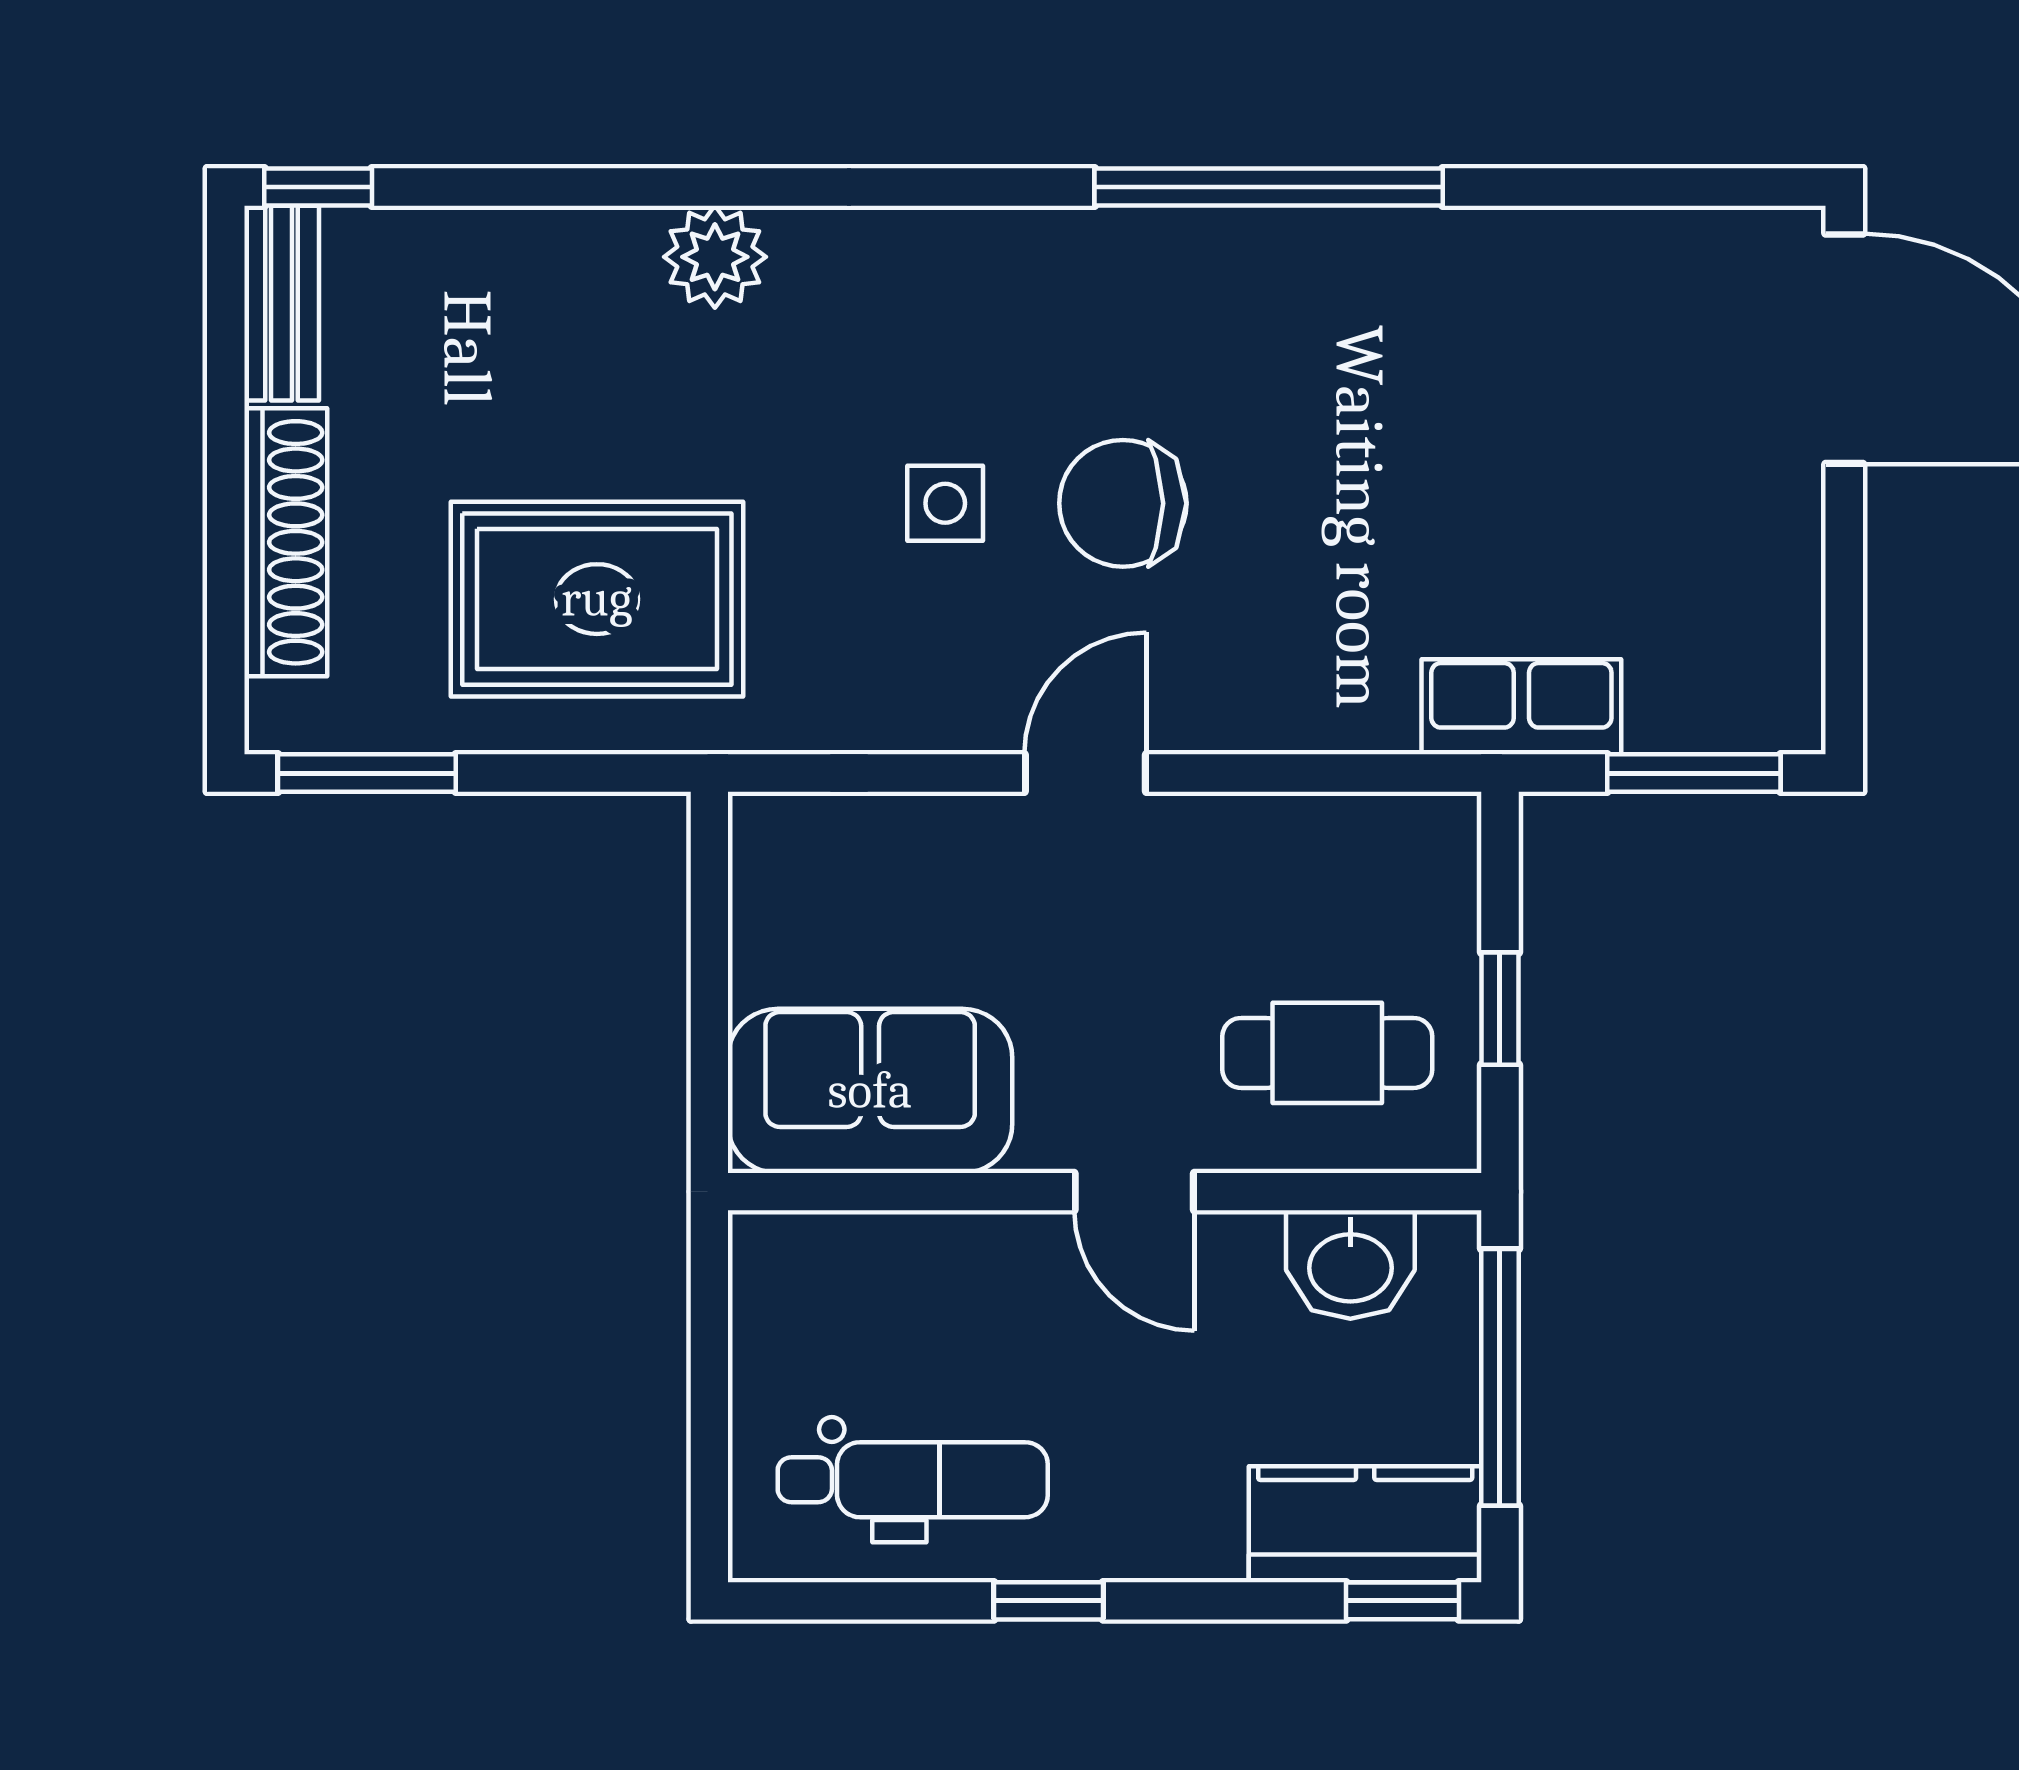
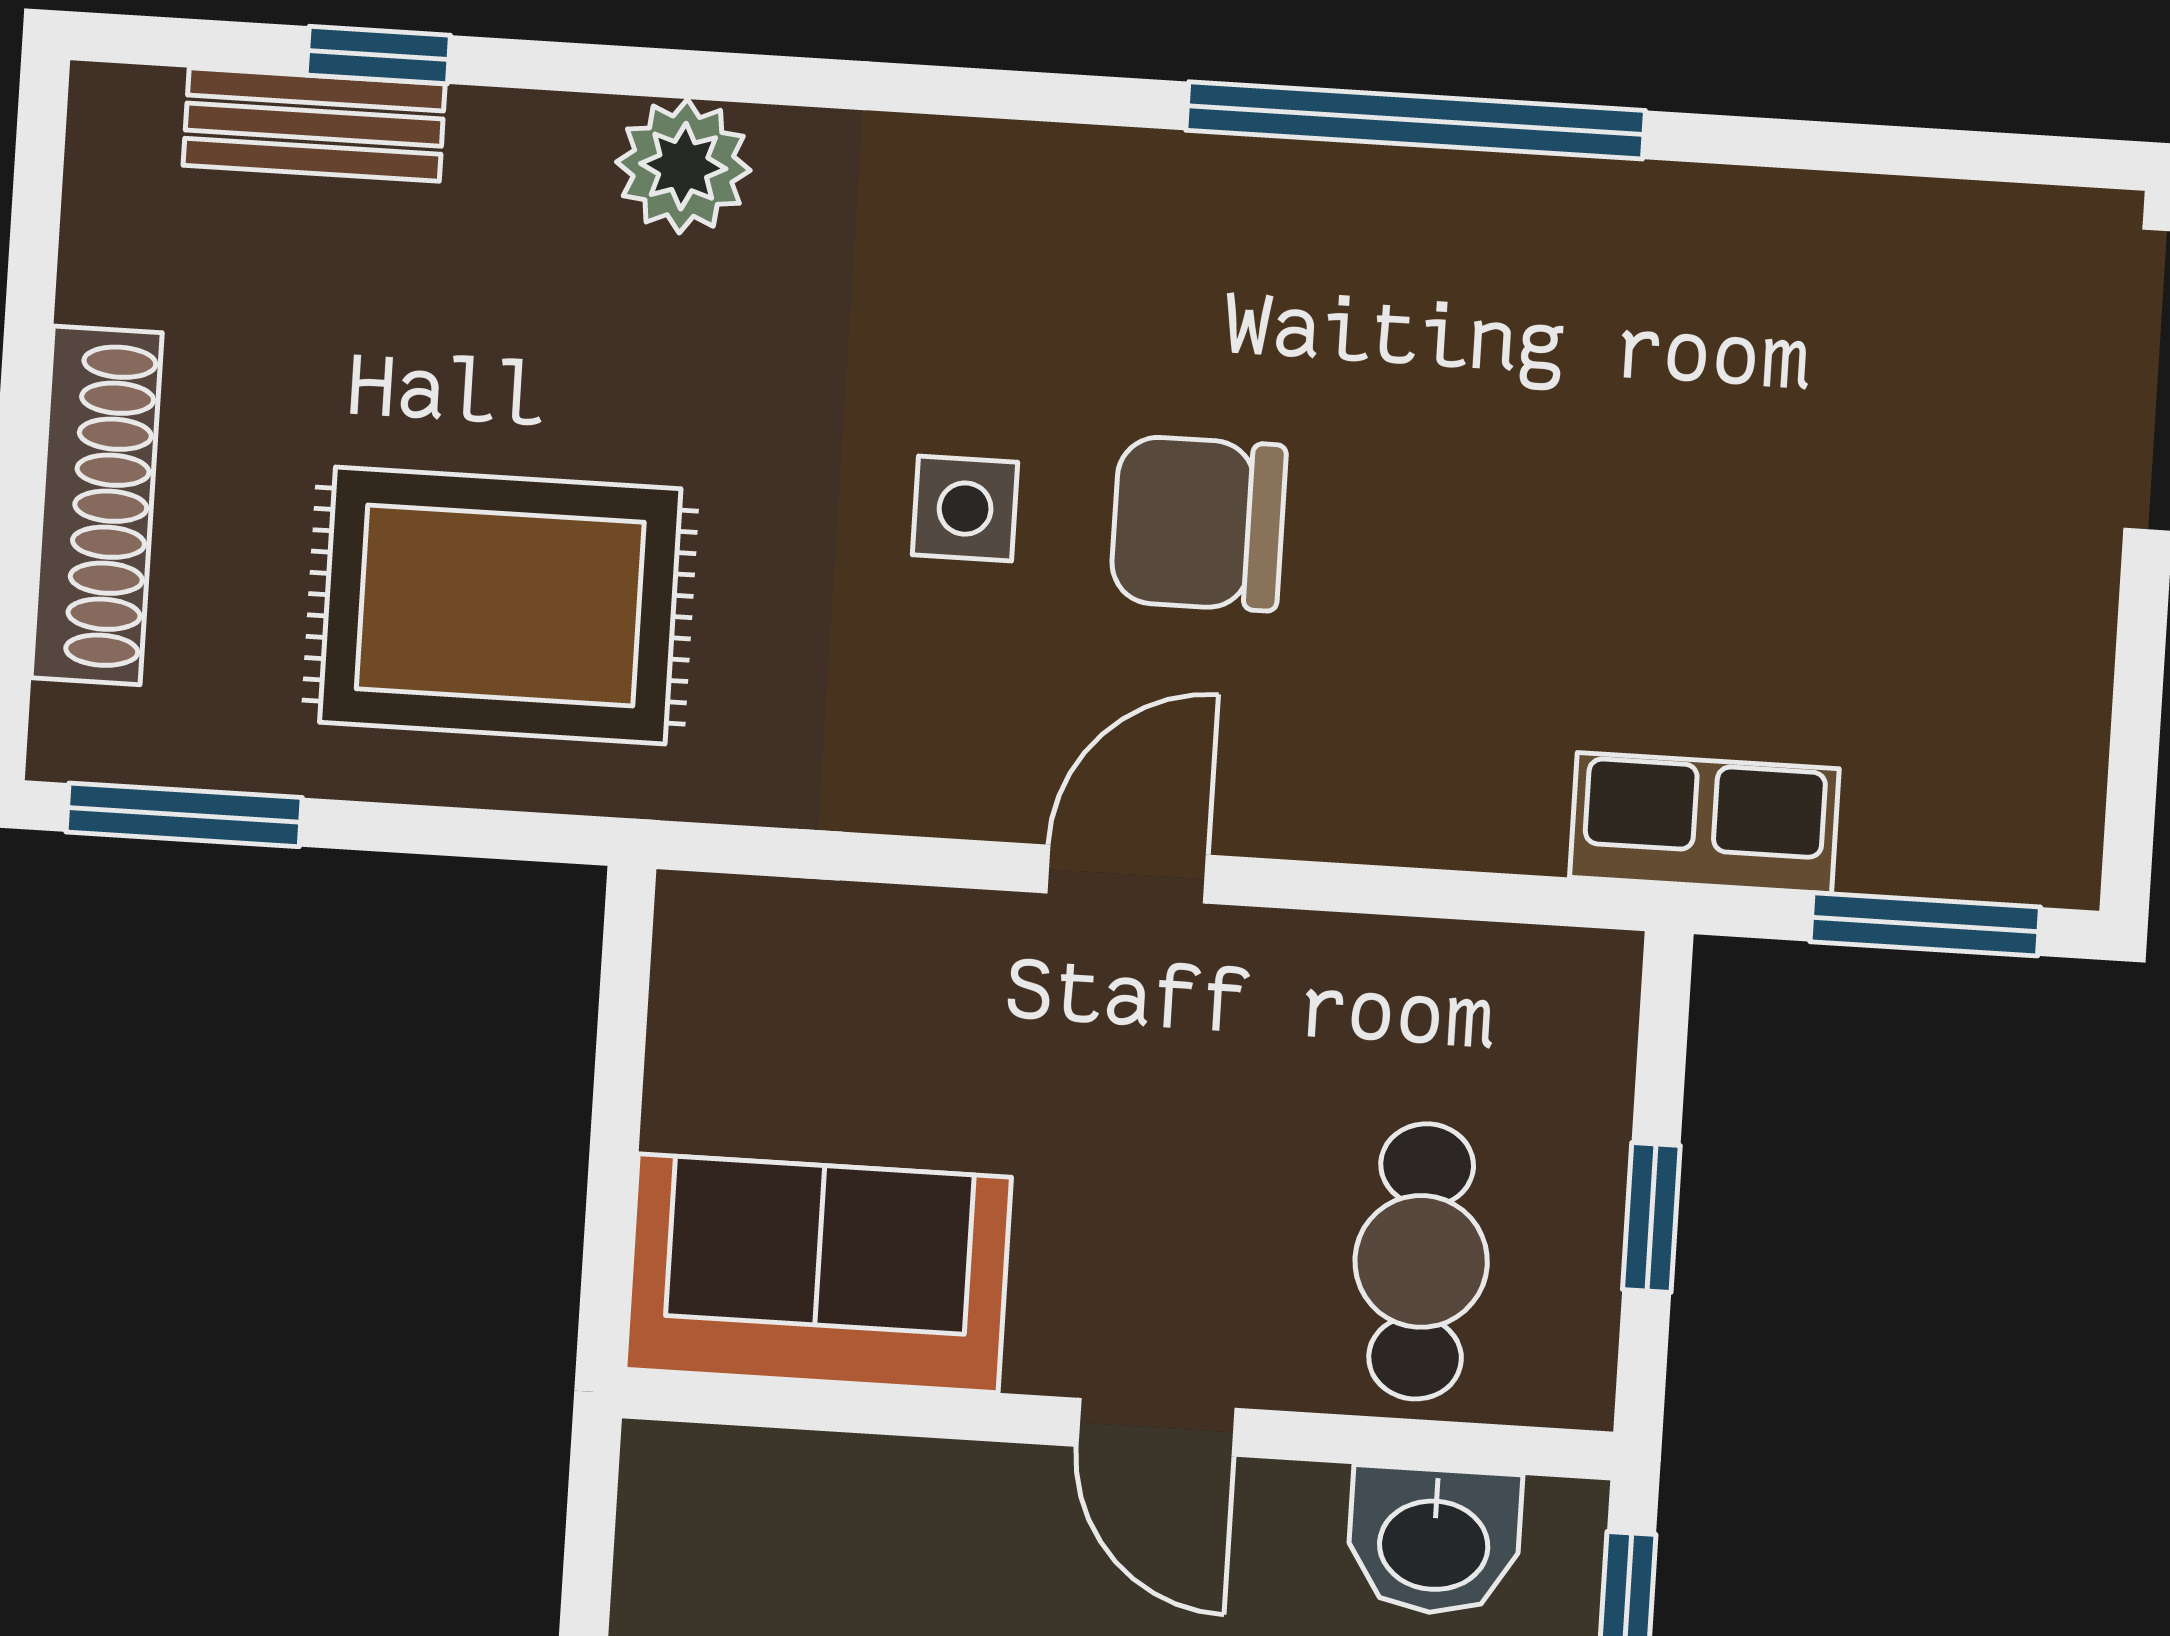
window: (318, 187) -> (378, 55), moved
bench: (282, 303) -> (314, 125), moved, turned 90
cafe table: (1327, 1053) -> (1421, 1261), turned 90

